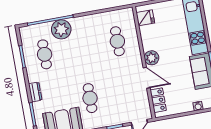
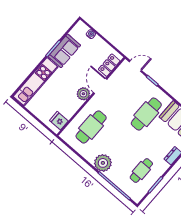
plant: (61, 29) -> (103, 163), moved
cafe table: (117, 41) -> (91, 127), width x1.37, depth x1.35
cafe table: (90, 98) -> (146, 114), width x1.37, depth x1.35

